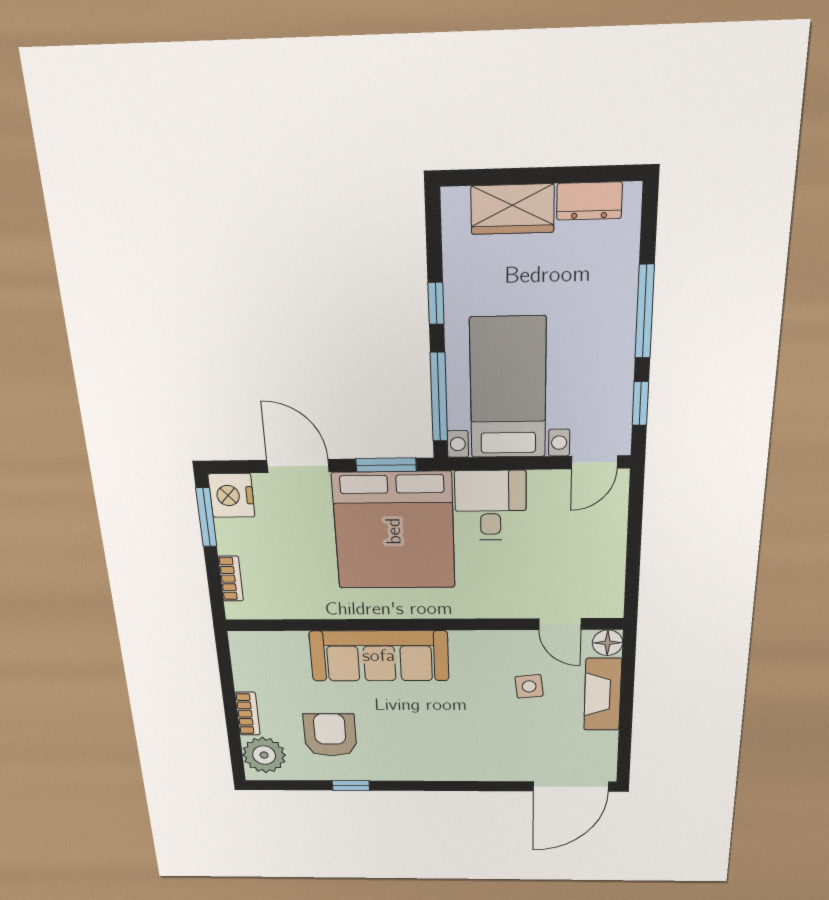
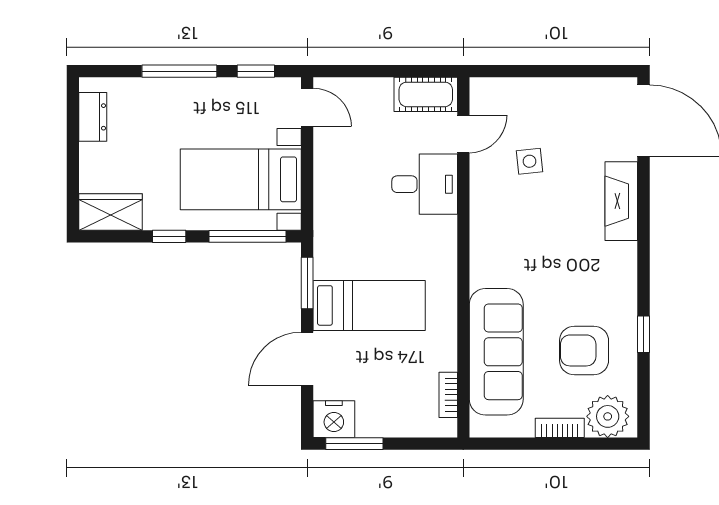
wardrobe: (512, 209) -> (111, 212), moved, turned -90
desk: (490, 505) -> (425, 184), moved, turned 180
bed: (394, 531) -> (369, 305), width x0.49
bookcase: (231, 579) -> (448, 395), moved, turned -90
cot: (605, 587) -> (426, 94), added
floor lamp: (608, 643) -> (483, 91), removed
sofa: (379, 656) -> (496, 352), moved
fireplace: (603, 694) -> (621, 201), moved, turned 90

